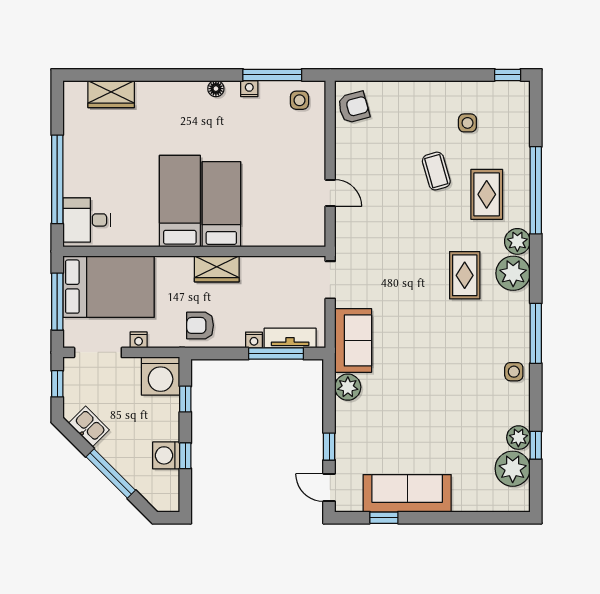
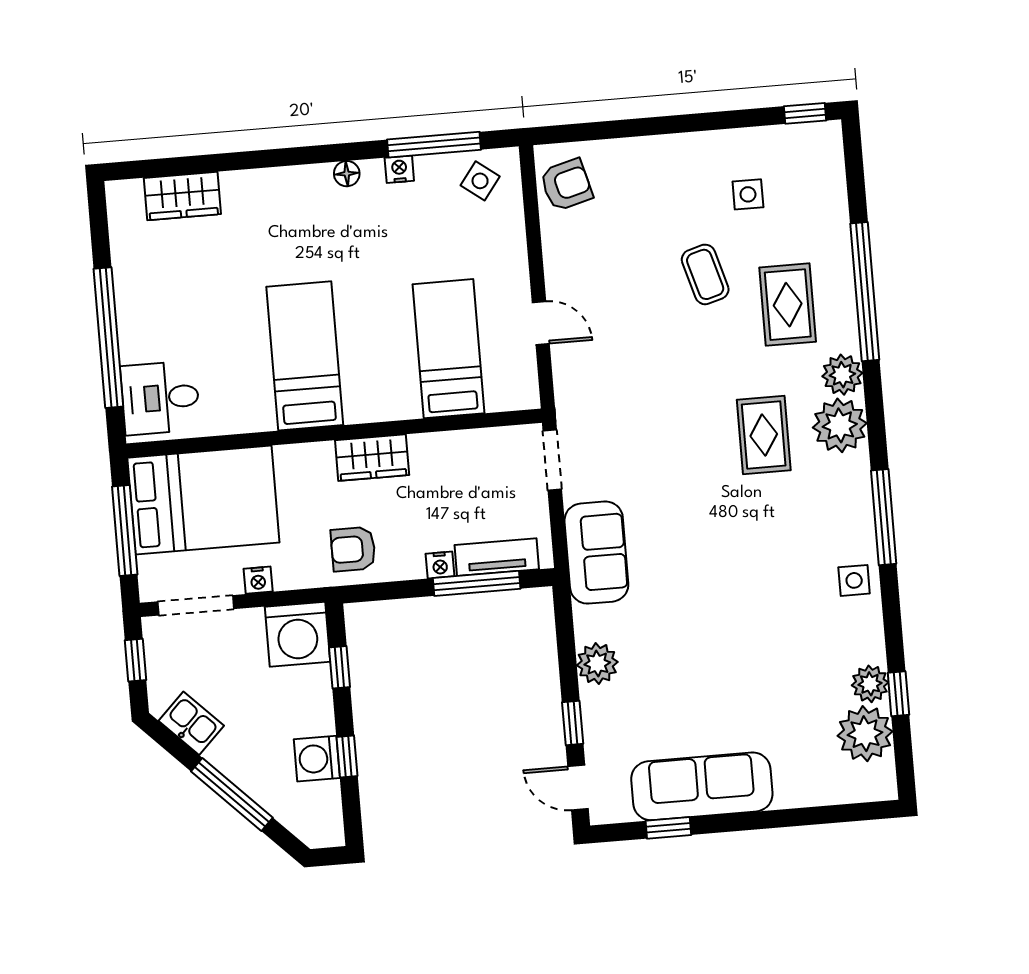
side table: (299, 100) -> (480, 181), turned 37
bed: (221, 204) -> (448, 349), moved
plant: (348, 387) -> (597, 664), moved

